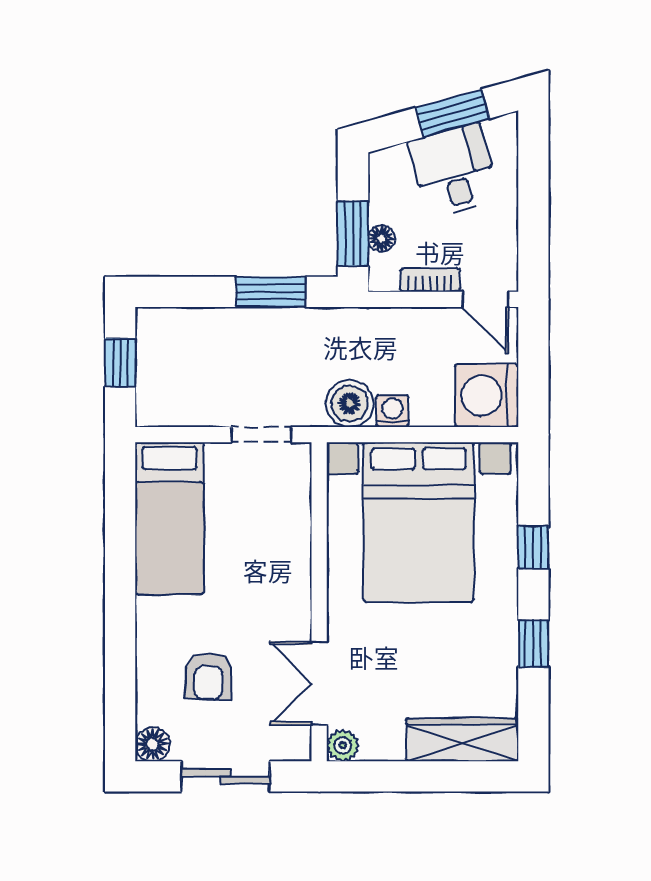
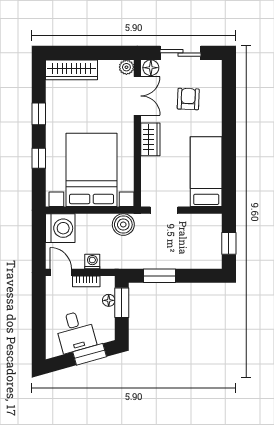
window: (453, 113) -> (90, 354), moved
washing machine: (392, 411) -> (92, 262), moved, turned 180
wardrobe: (291, 589) -> (150, 139), added
floor lamp: (152, 744) -> (151, 68), moved

